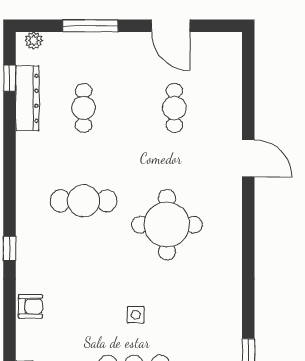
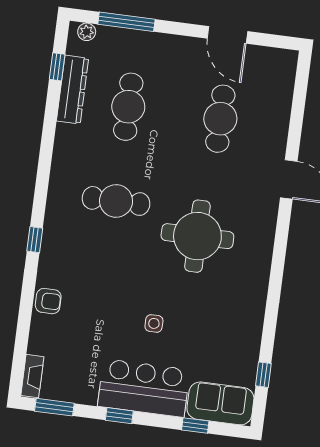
window: (90, 26) -> (126, 22), moved
cafe table: (84, 108) -> (128, 107), width x1.37, depth x1.35
cafe table: (174, 108) -> (220, 119), width x1.37, depth x1.35

